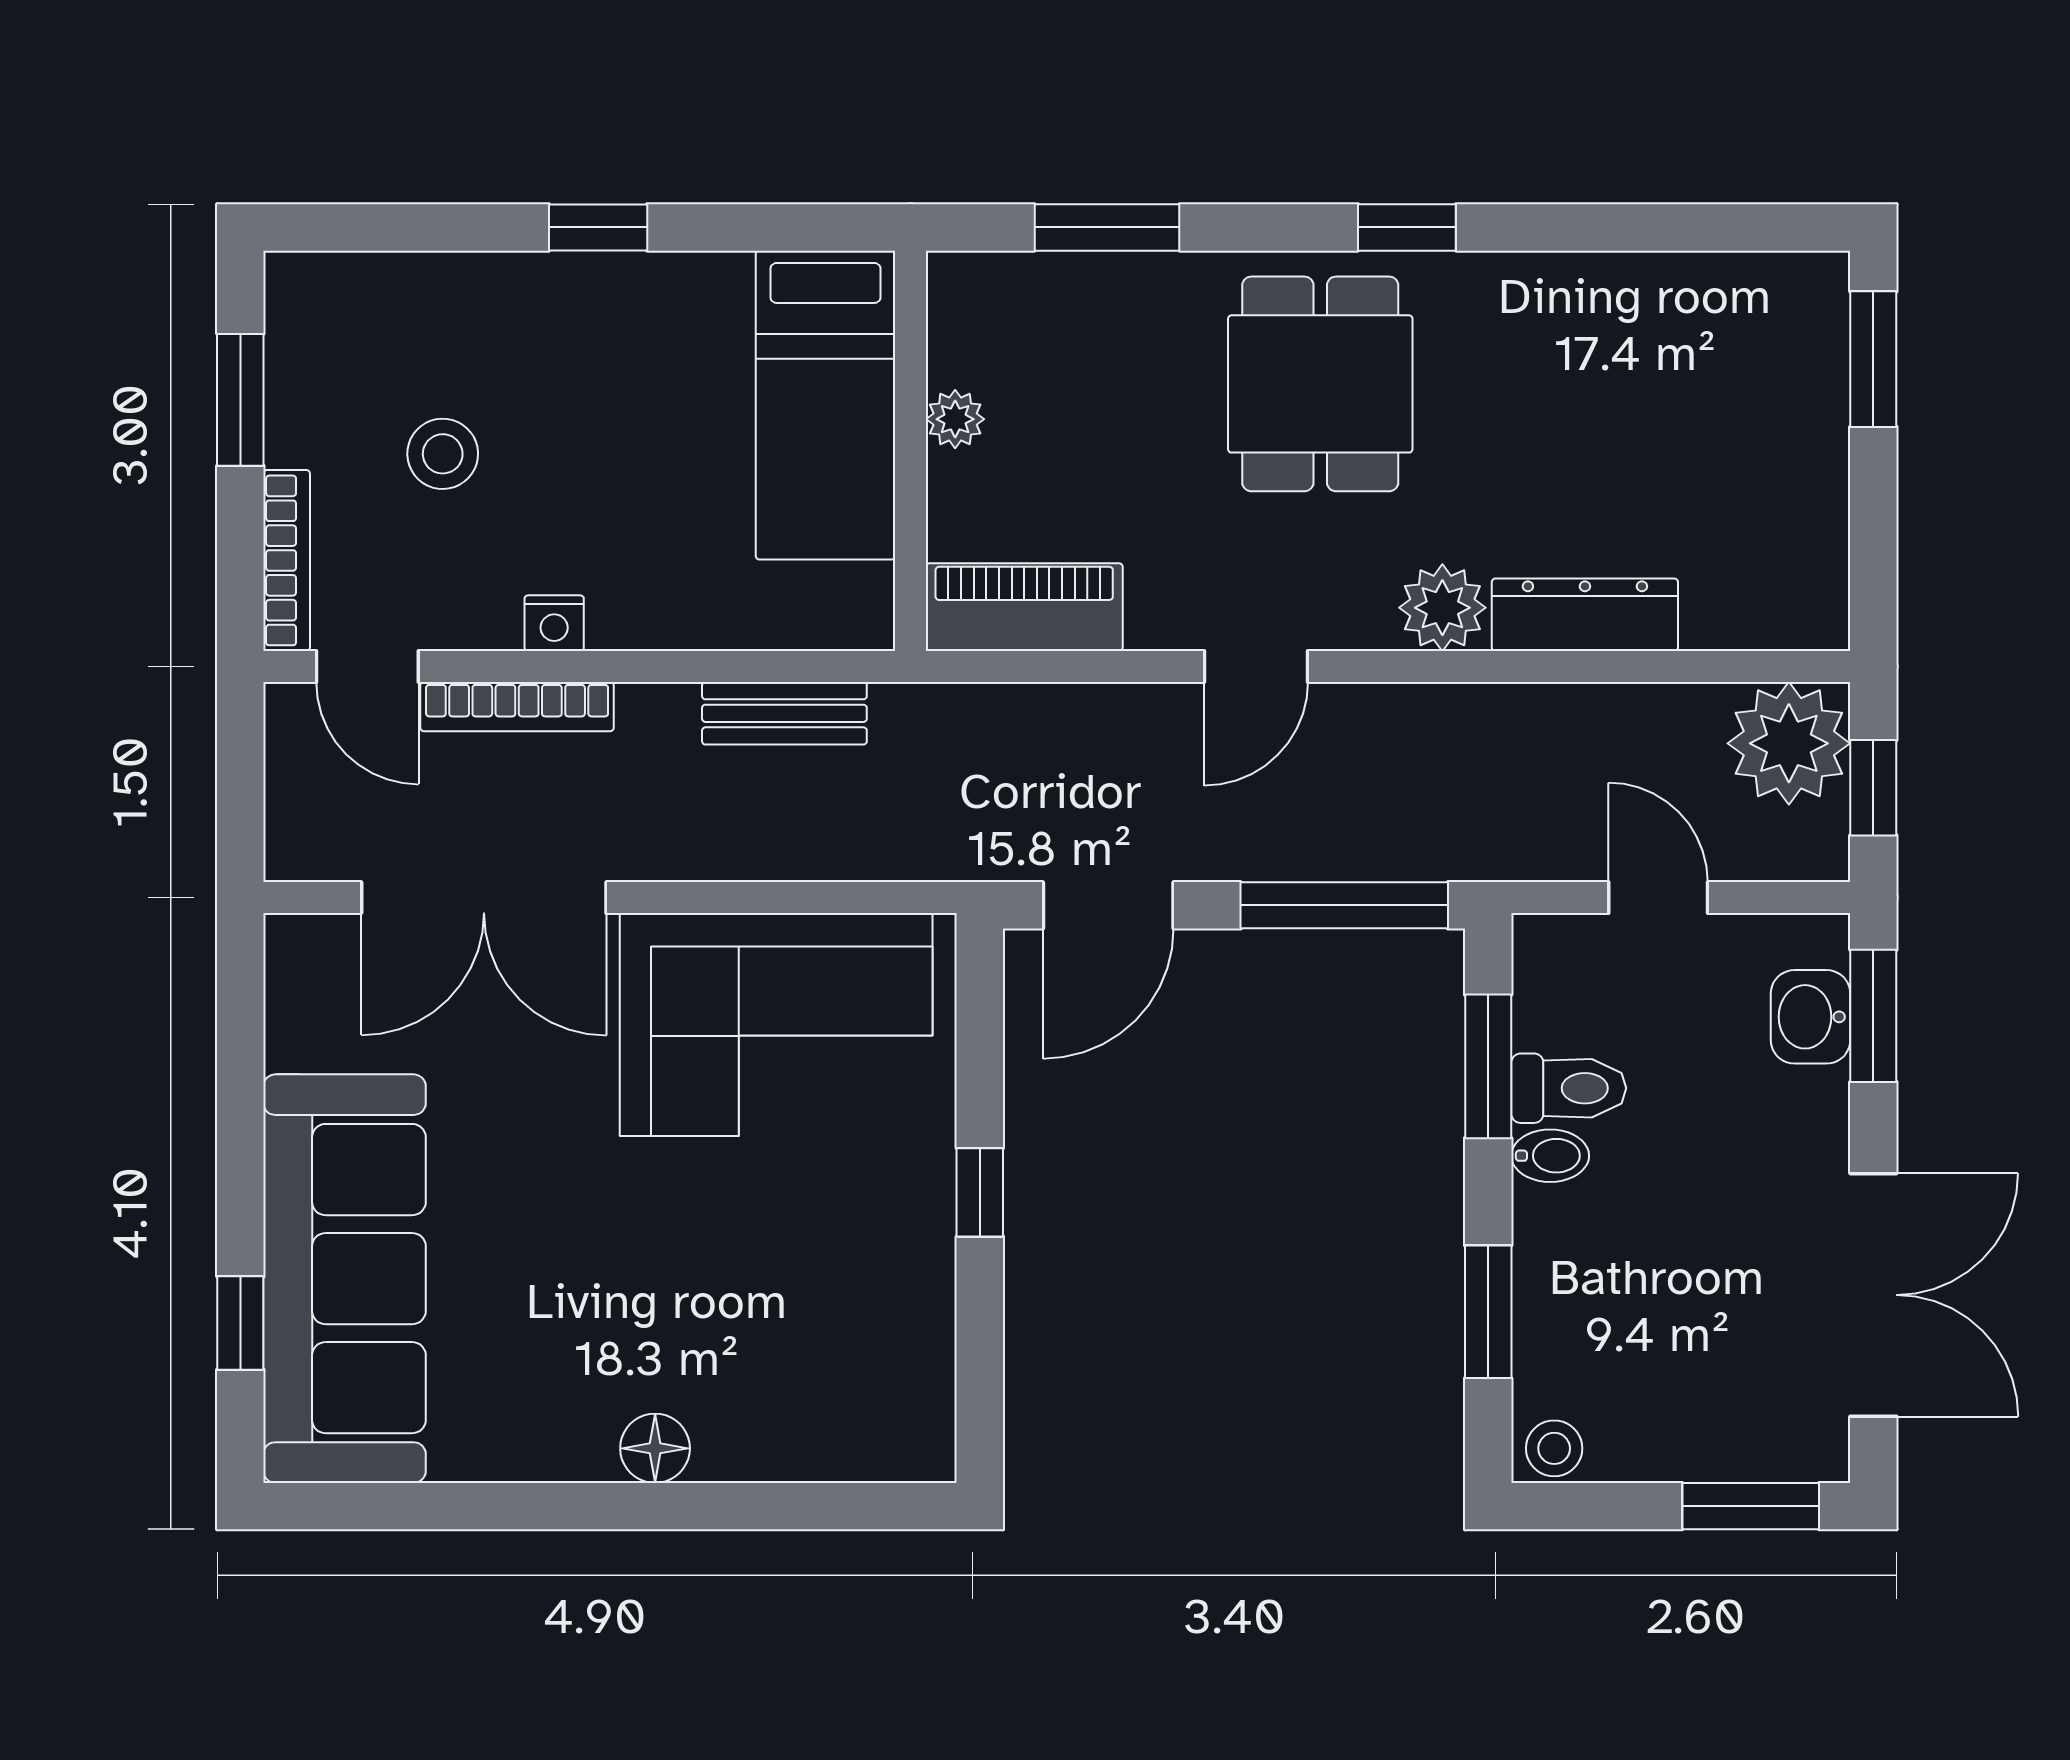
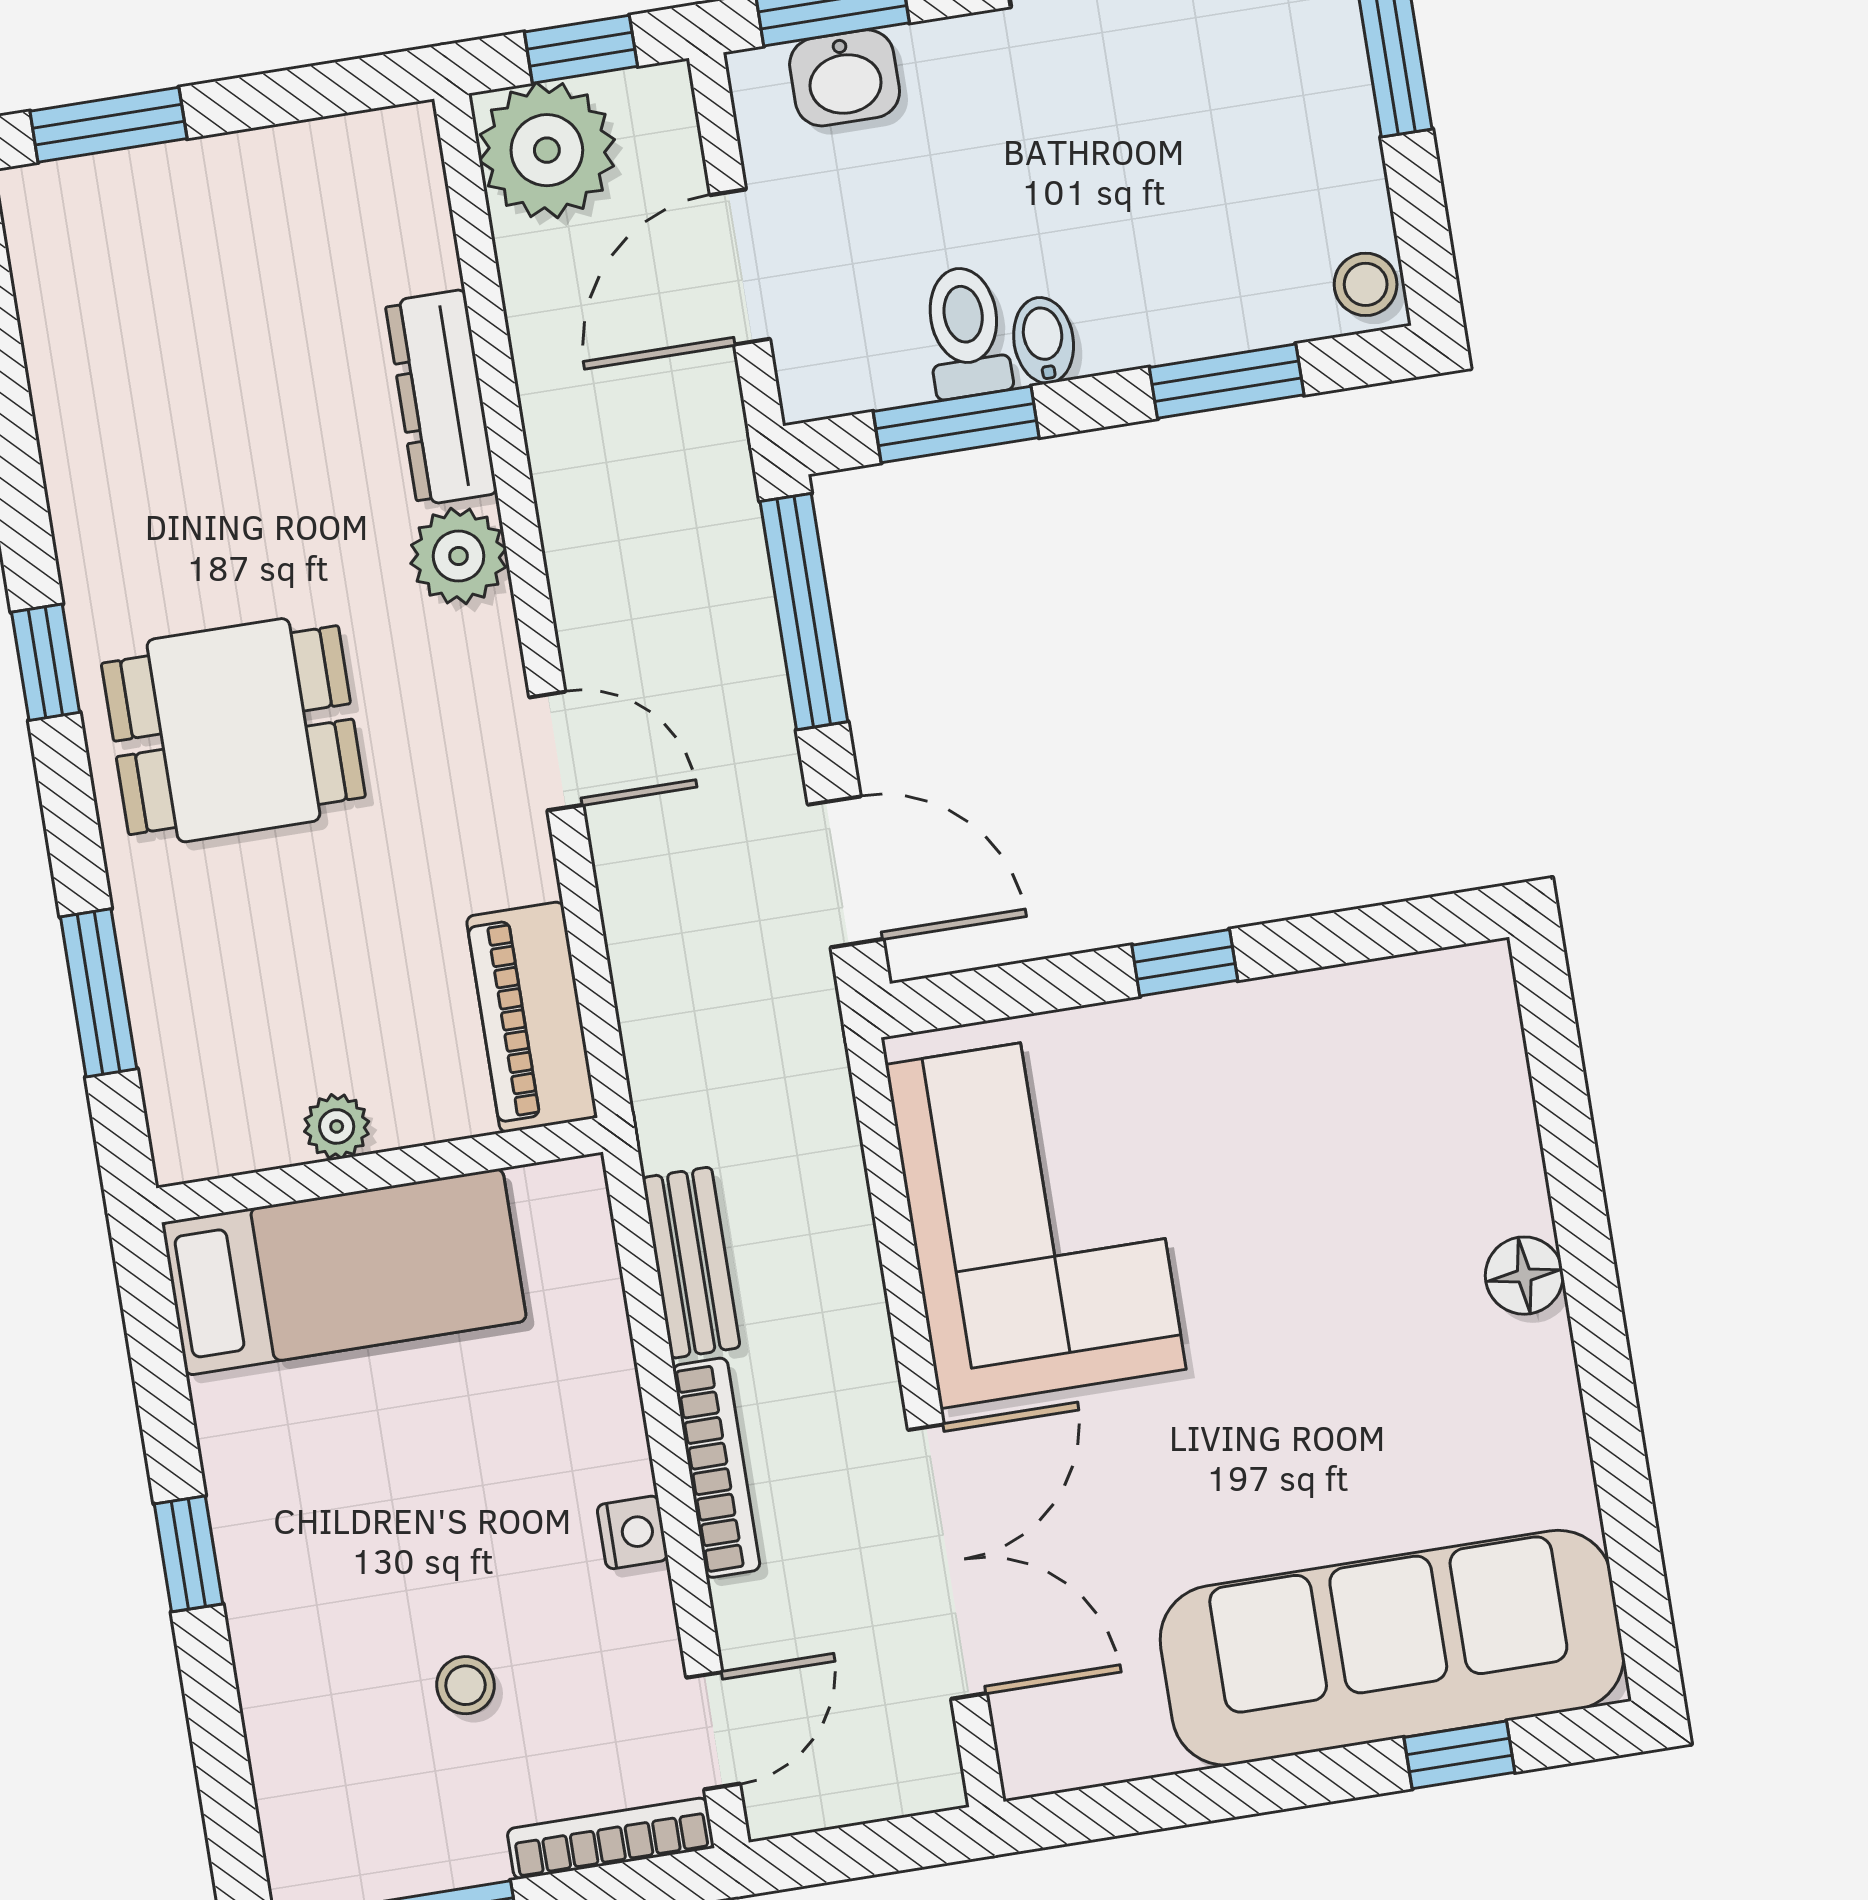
stool: (443, 454) -> (465, 1685), width x0.73, depth x0.73
bookcase: (517, 707) -> (716, 1468), moved
door: (1658, 898) -> (740, 267), width x1.38

